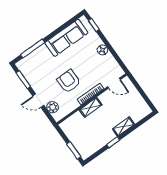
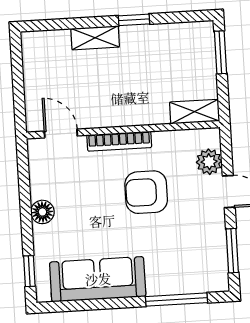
armchair: (69, 81) -> (146, 192), turned 90
shelving: (91, 107) -> (195, 112), moved

